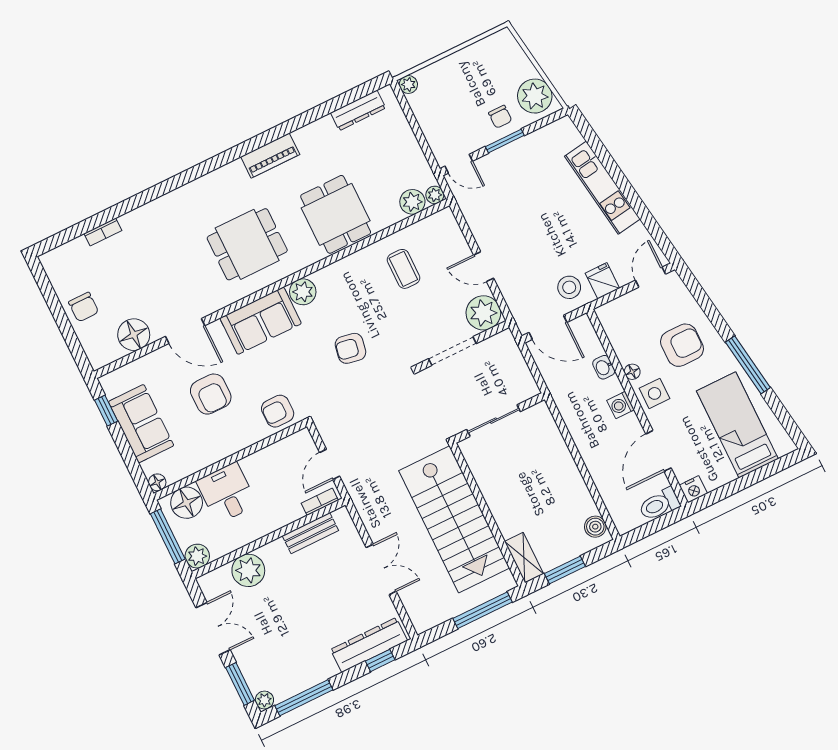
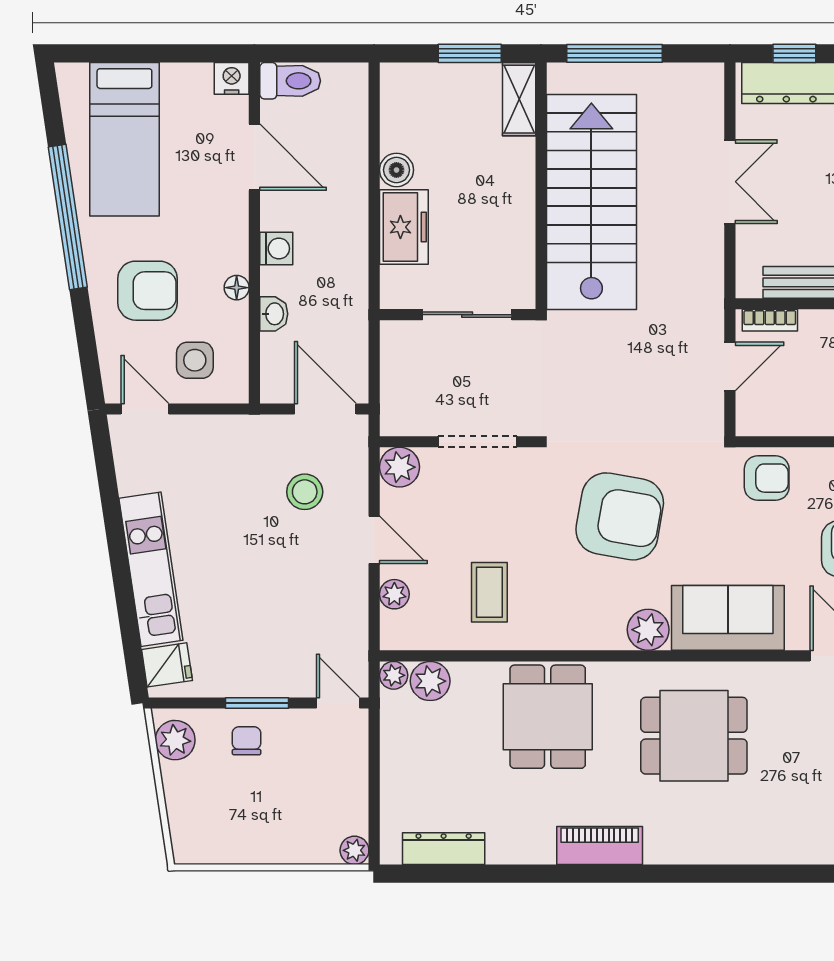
plant: (535, 96) -> (175, 740), width x0.73, depth x0.73
plant: (457, 241) -> (394, 594), added
door: (650, 277) -> (145, 409), swing flipped
fridge: (602, 281) -> (167, 665), moved, turned -99
stool: (569, 287) -> (305, 492), moved
plant: (483, 313) -> (400, 467), width x0.73, depth x0.73
armchair: (682, 345) -> (148, 291), turned 180
armchair: (350, 348) -> (620, 516), width x1.88, depth x1.88
window: (748, 365) -> (68, 217), width x1.46
side table: (655, 393) -> (195, 360), moved
door: (658, 451) -> (254, 157), hinge flipped
freezer: (554, 453) -> (404, 227), added
boiler: (595, 527) -> (396, 170), moved
double door: (381, 569) -> (730, 182), swing flipped

